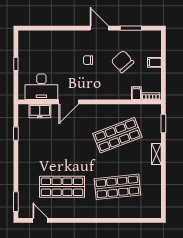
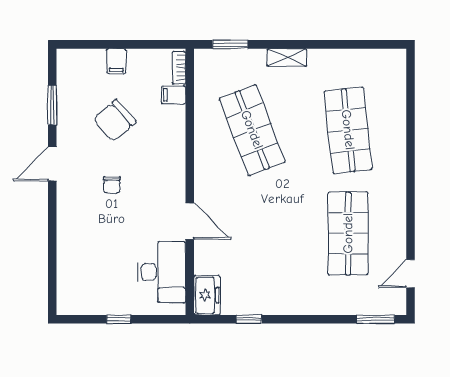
freezer: (40, 111) -> (207, 295), moved

